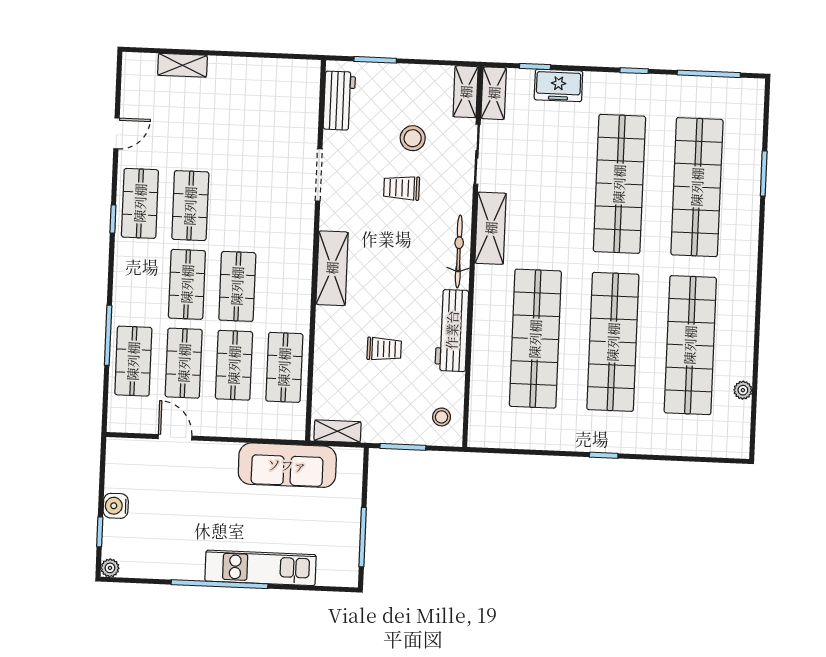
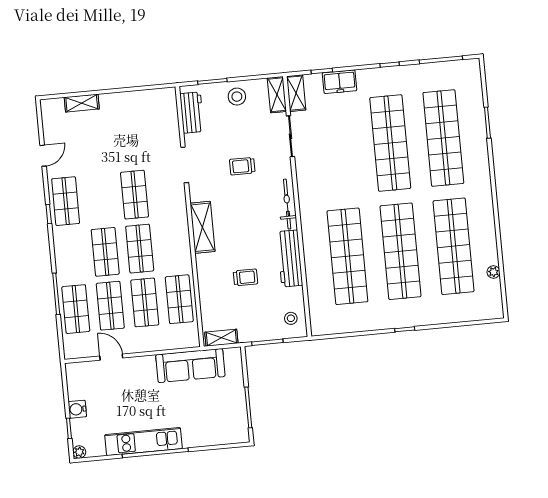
stool: (413, 138) -> (237, 97), moved
shop shelf: (190, 206) -> (135, 195), moved
shelving: (491, 228) -> (307, 185), removed
kitchen unit: (261, 568) -> (144, 442), moved

